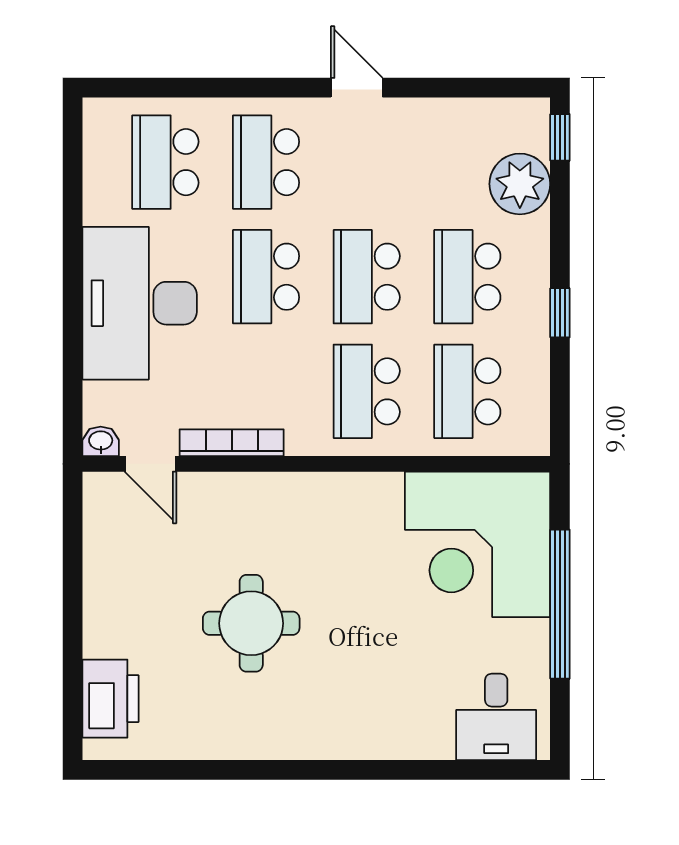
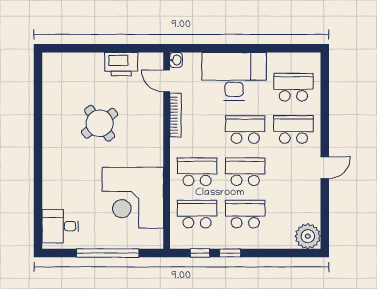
window: (560, 137) -> (200, 253), moved
plant: (520, 184) -> (308, 236), moved
door: (151, 464) -> (167, 81), hinge flipped
corner desk: (477, 544) -> (133, 198), moved, turned -90
round table: (251, 623) -> (100, 123), turned -37
printer: (111, 699) -> (121, 64), moved

